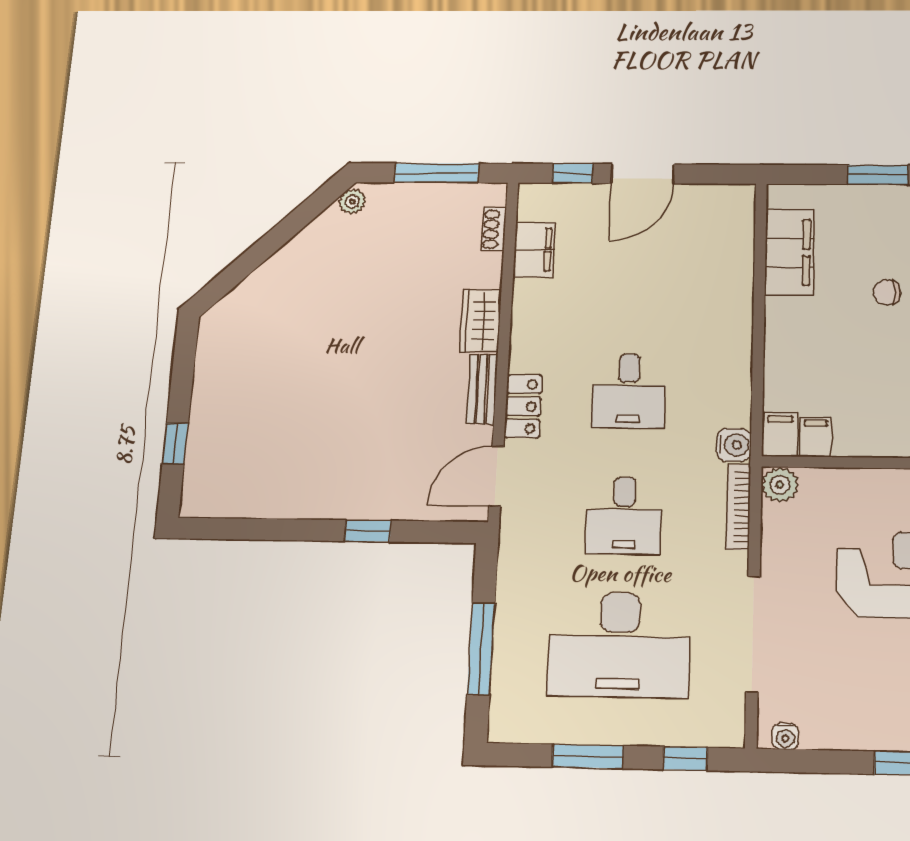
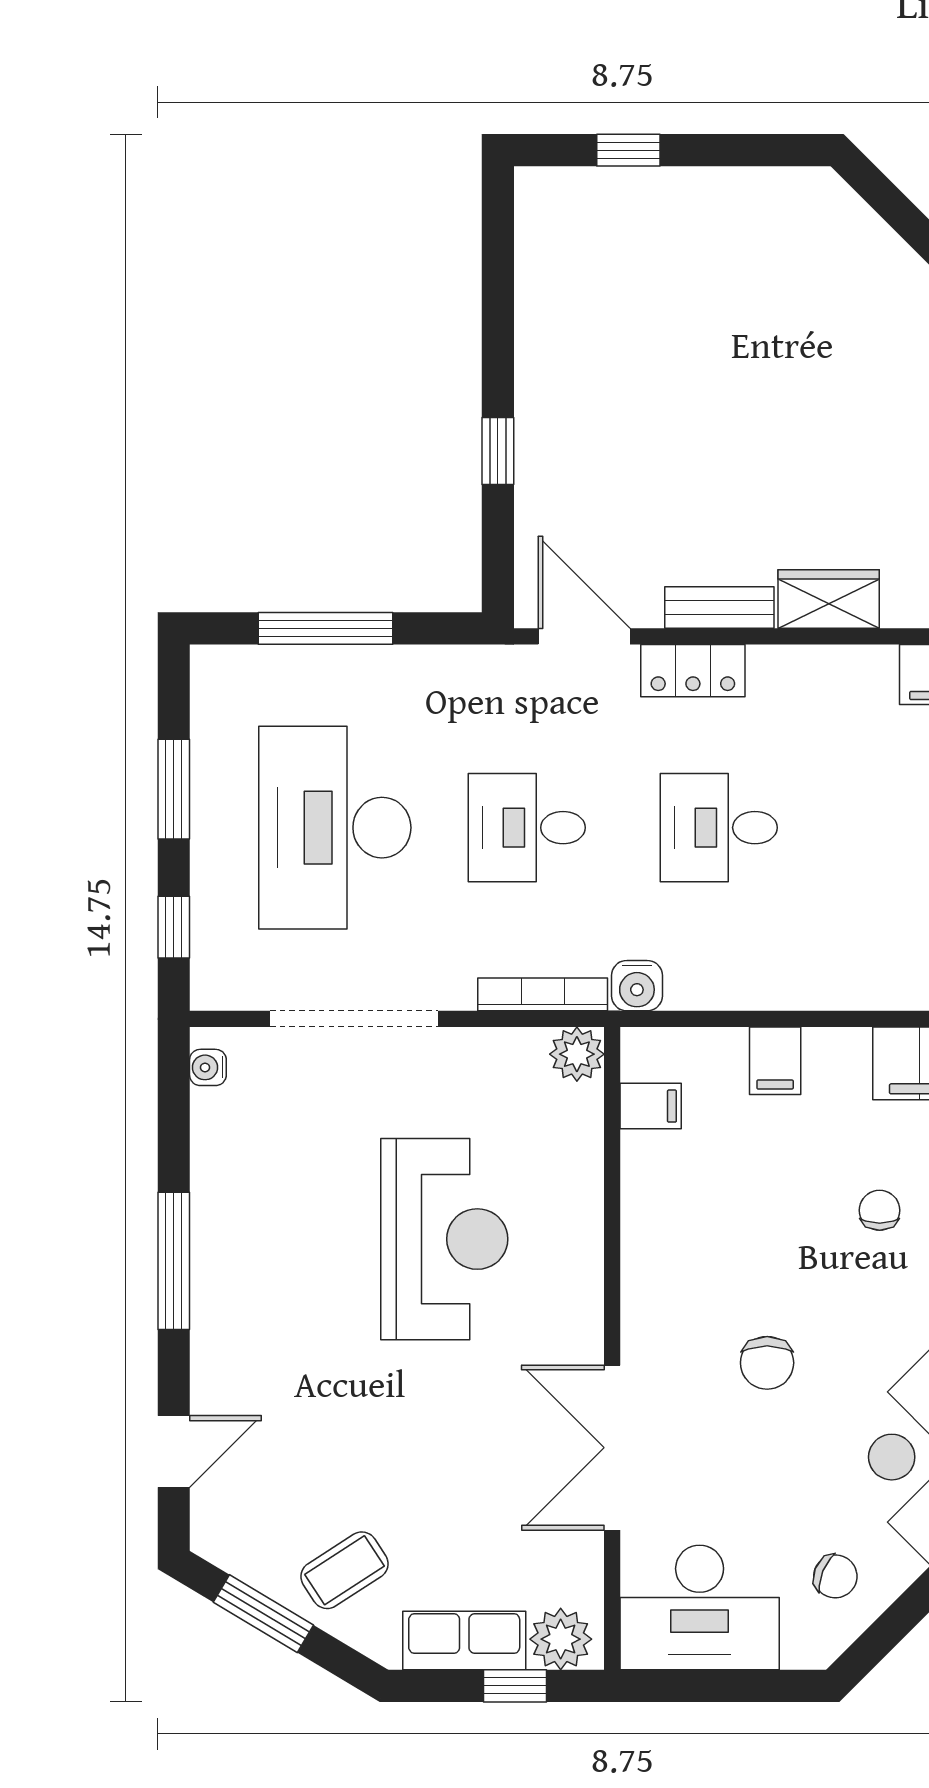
filing cabinet: (780, 434) -> (775, 1061), moved, turned 90

